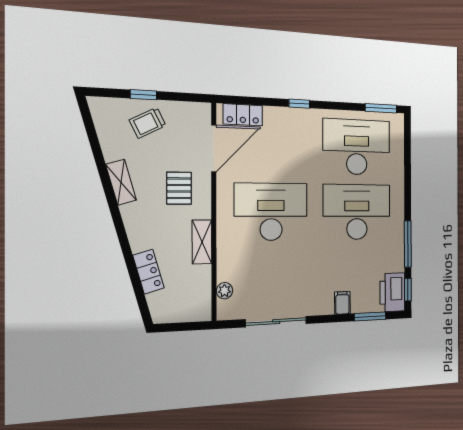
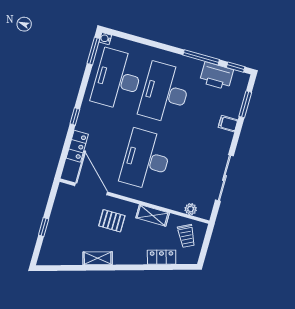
locker: (243, 115) -> (77, 146), moved
water cooler: (398, 119) -> (105, 39), added
trolley: (148, 123) -> (186, 236), moved
printer: (392, 292) -> (216, 76), moved

